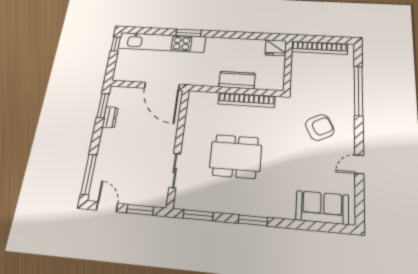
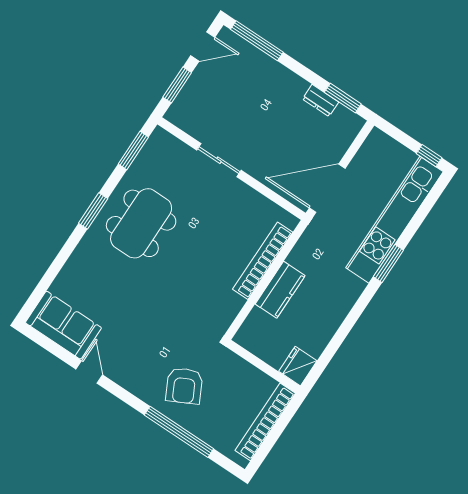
bookcase: (246, 100) -> (263, 261), moved
armchair: (320, 127) -> (184, 386), moved
dining table: (236, 156) -> (141, 223), moved
sliding door: (175, 171) -> (219, 160), moved
sofa: (322, 207) -> (63, 325), moved, turned -90

